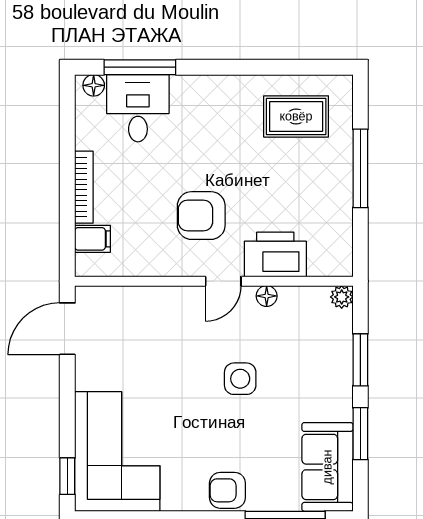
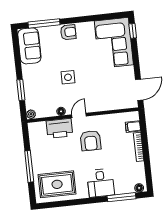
desk: (138, 108) -> (101, 183), moved
rug: (296, 116) -> (57, 184), width x1.36, depth x1.43
armchair: (201, 216) -> (91, 141), turned 90
window: (360, 434) -> (18, 61), removed

